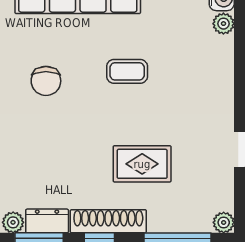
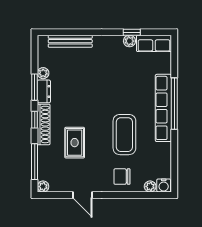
coffee table: (127, 71) -> (124, 135), width x1.86, depth x1.72
chair: (46, 81) -> (122, 177), moved

